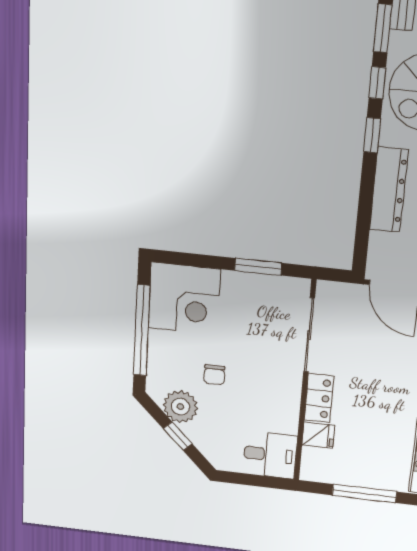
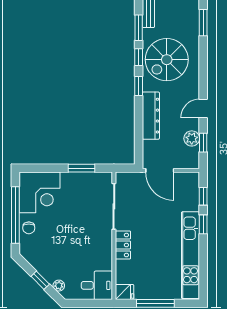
chair: (214, 375) -> (29, 228), moved
plant: (180, 407) -> (59, 286), moved, width x0.53, depth x0.53
fridge: (318, 435) -> (125, 292), moved

